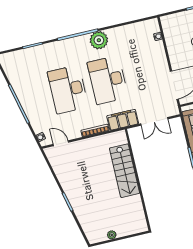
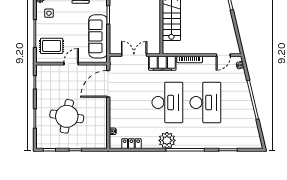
locker: (135, 28) -> (131, 144), added
door: (61, 143) -> (223, 55), hinge flipped

